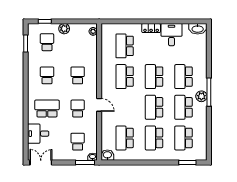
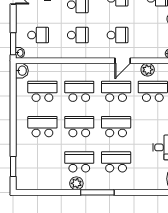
plant: (107, 50) -> (148, 70), added
plant: (201, 96) -> (76, 183), moved
door: (99, 105) -> (123, 61), moved
school desk: (183, 138) -> (79, 91), moved

